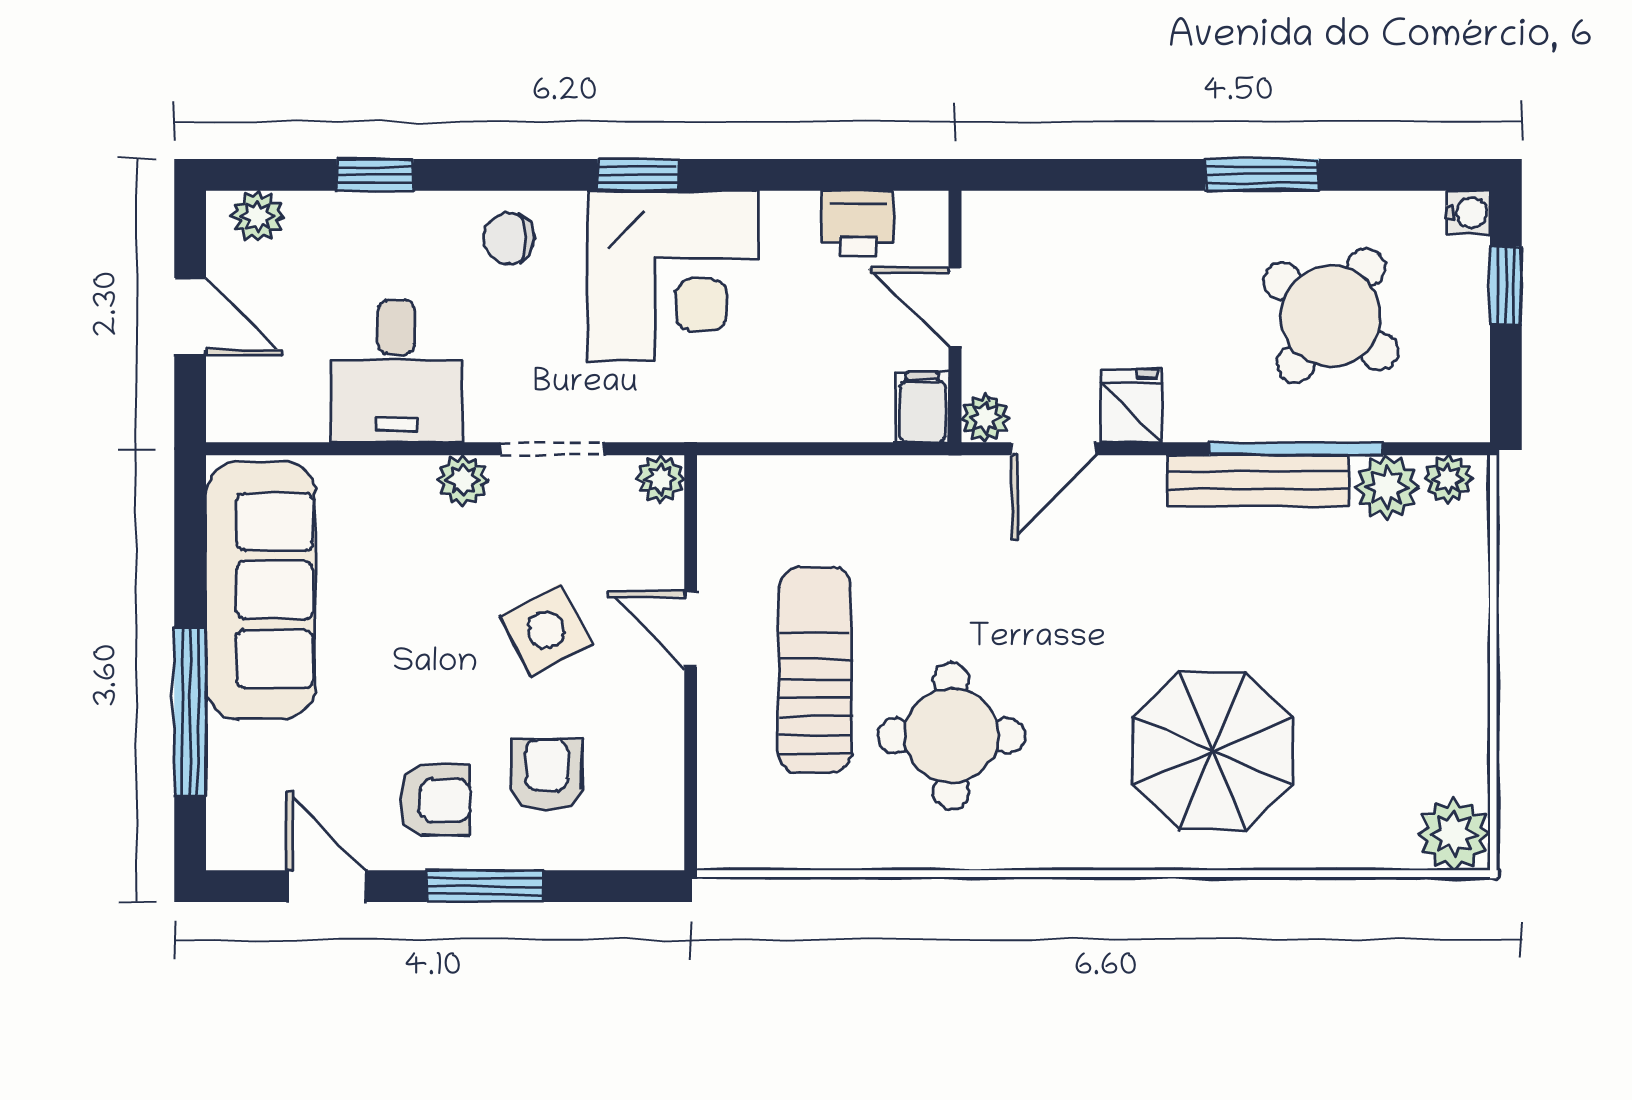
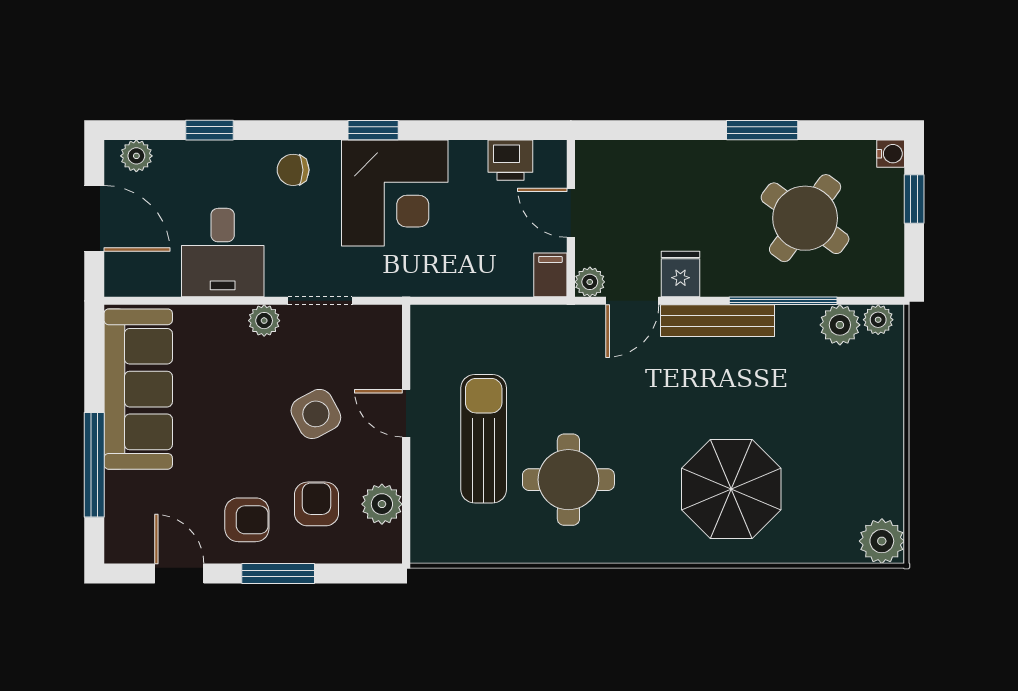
door: (190, 316) -> (94, 218), width x1.38
plant: (661, 479) -> (382, 504), moved, width x1.38, depth x1.38
bench: (1258, 481) -> (717, 321), moved

